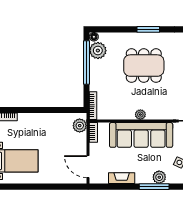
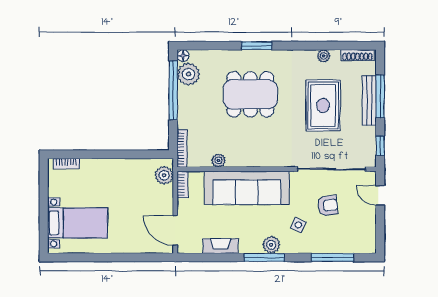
plant: (140, 115) -> (218, 160), moved

